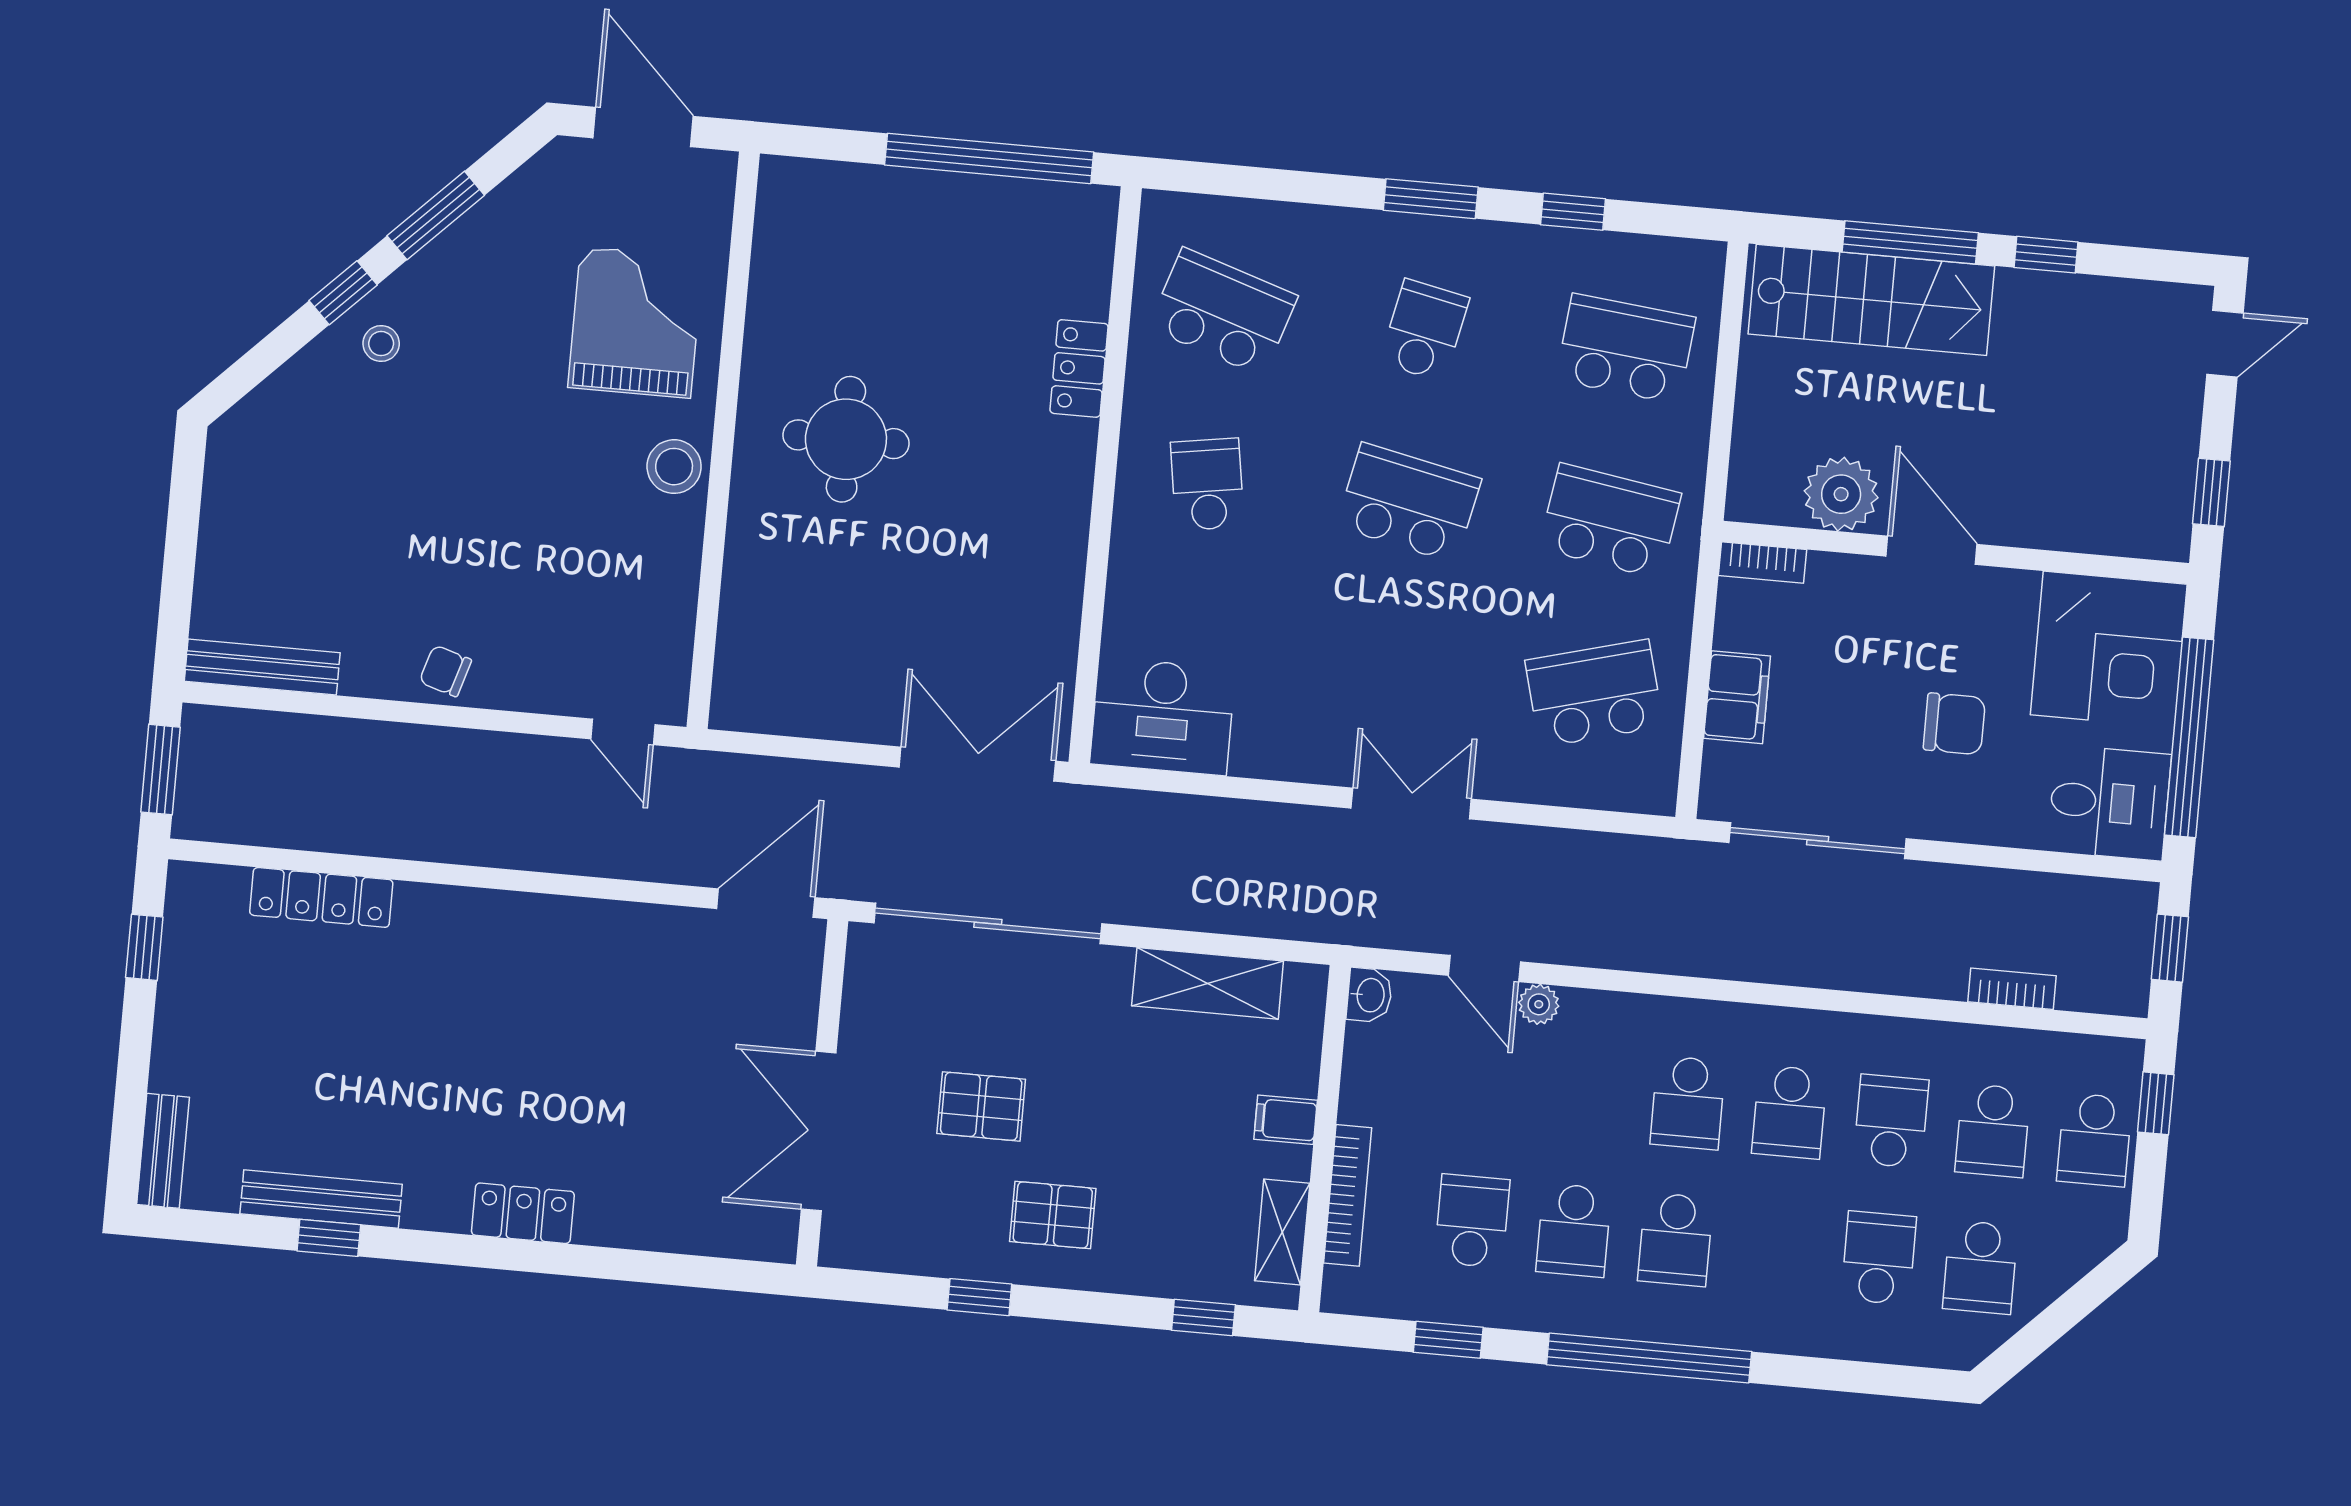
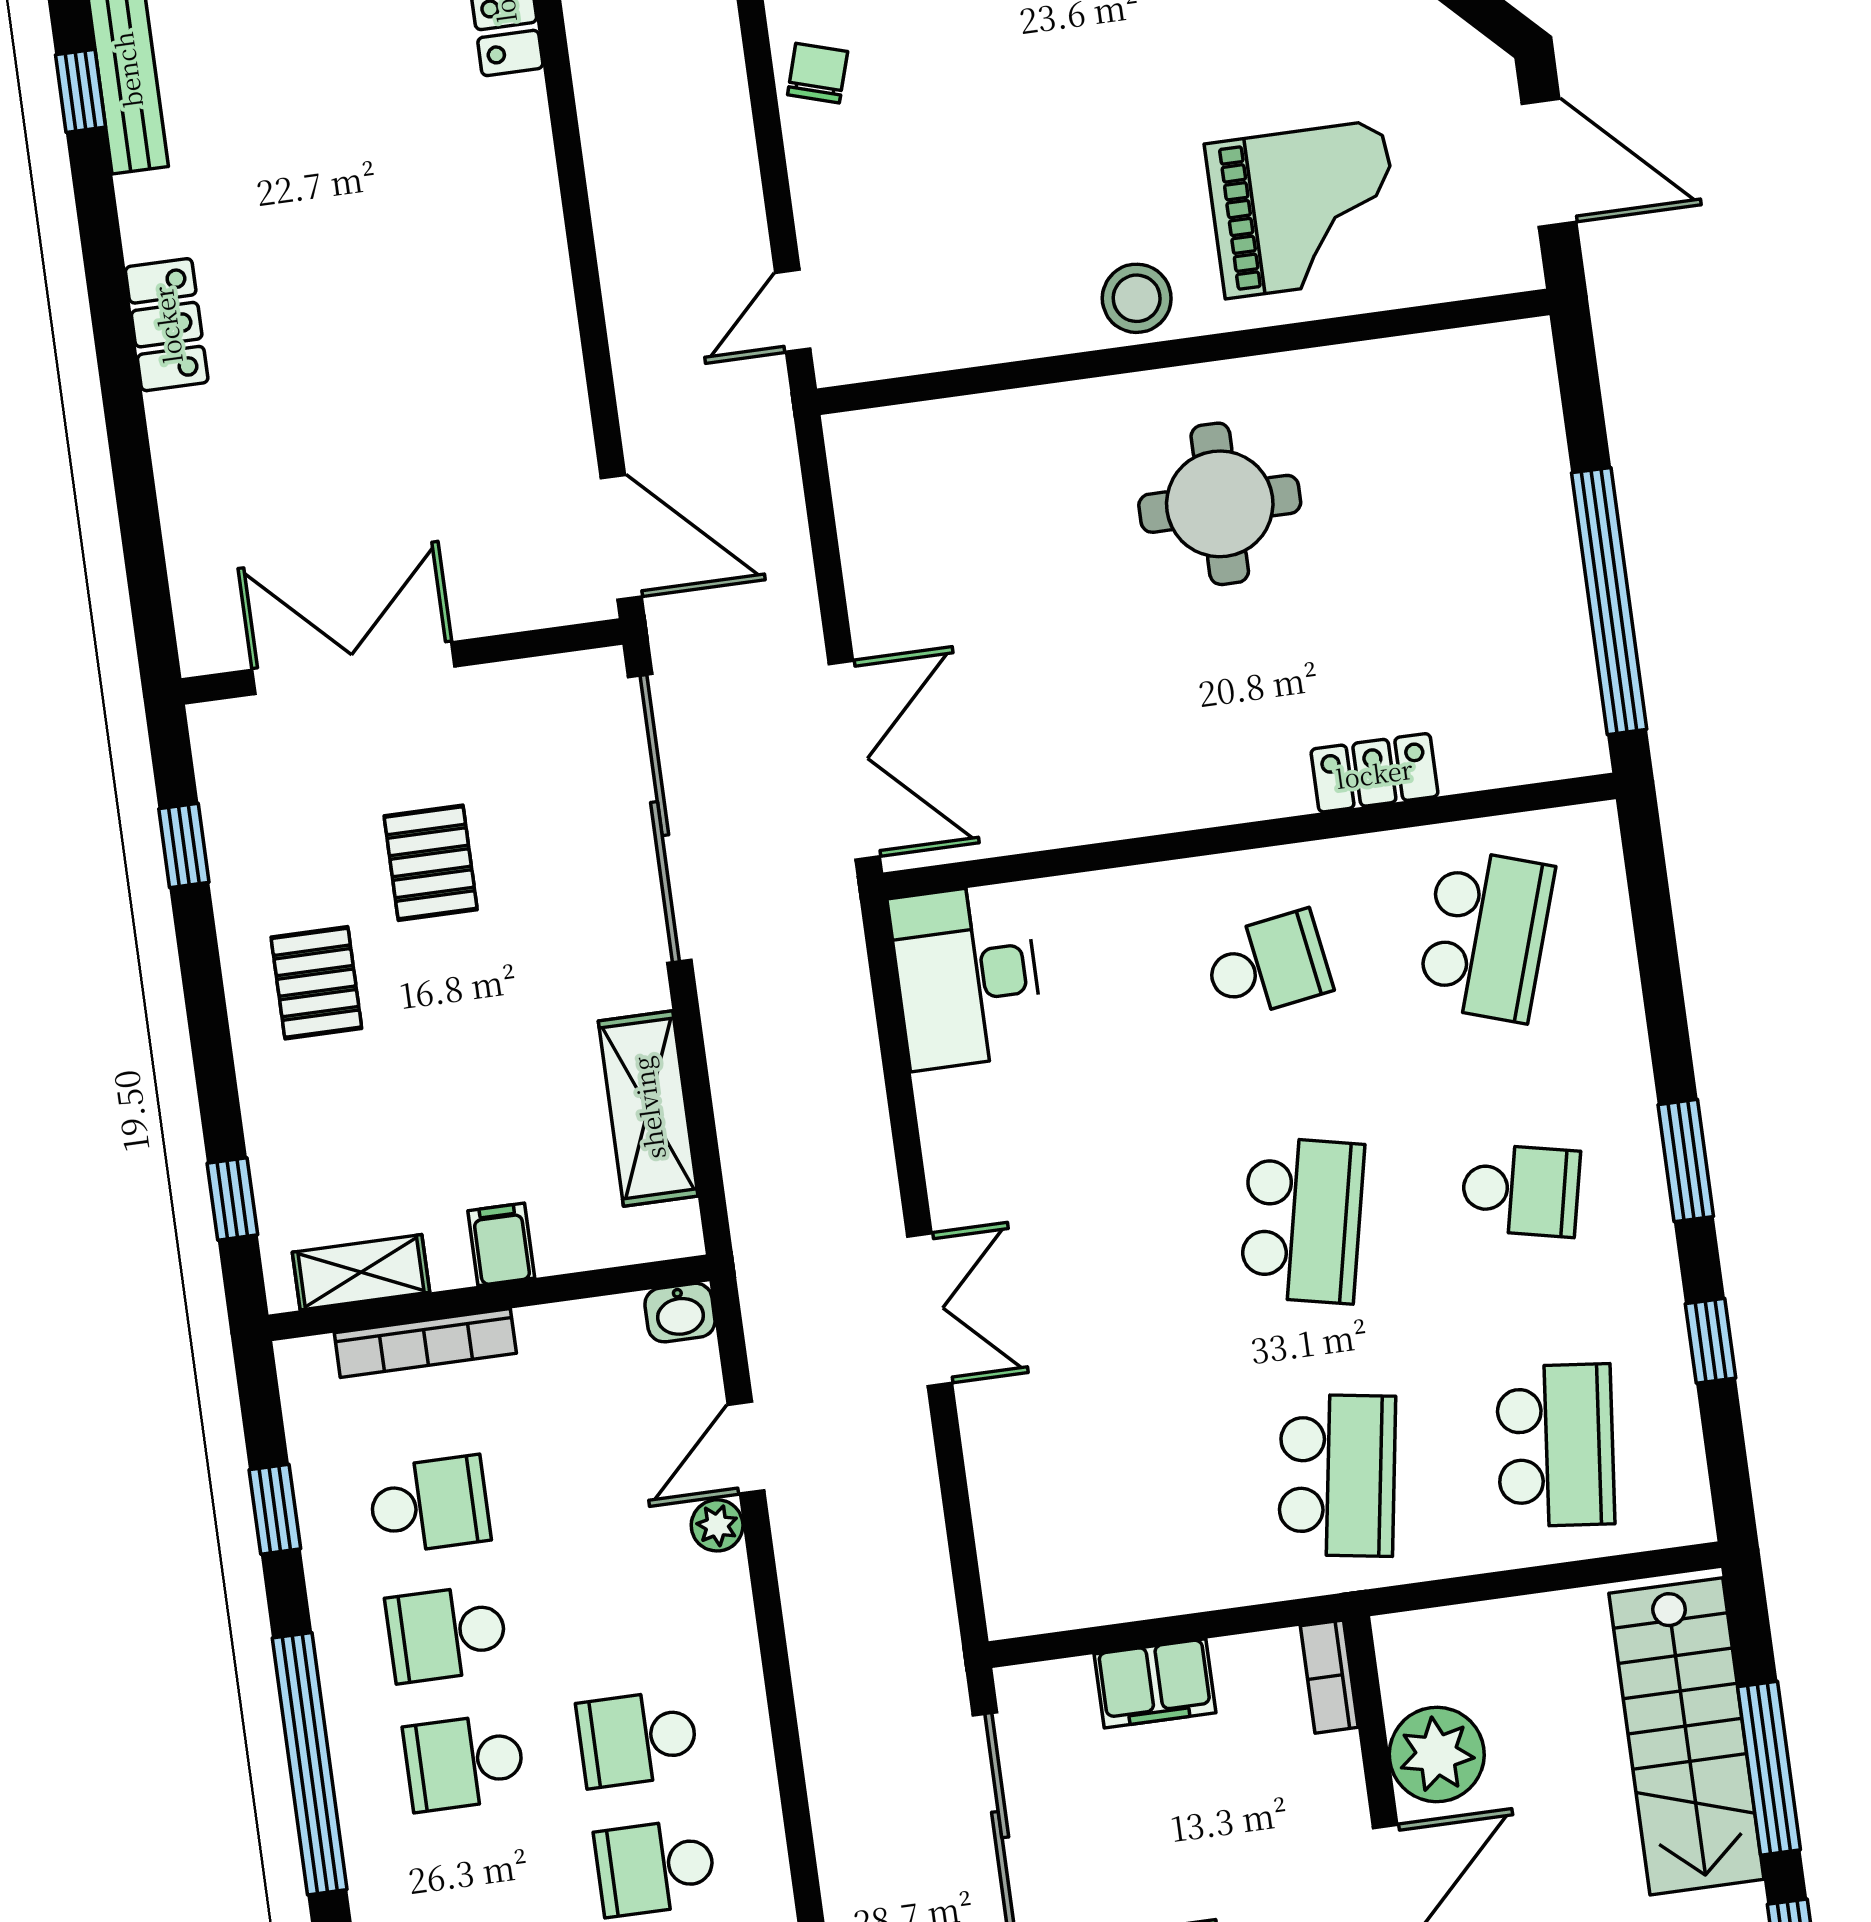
door: (643, 127) -> (1549, 163), hinge flipped
school desk: (1594, 693) -> (1119, 1505), removed
window: (979, 1297) -> (184, 845), moved

